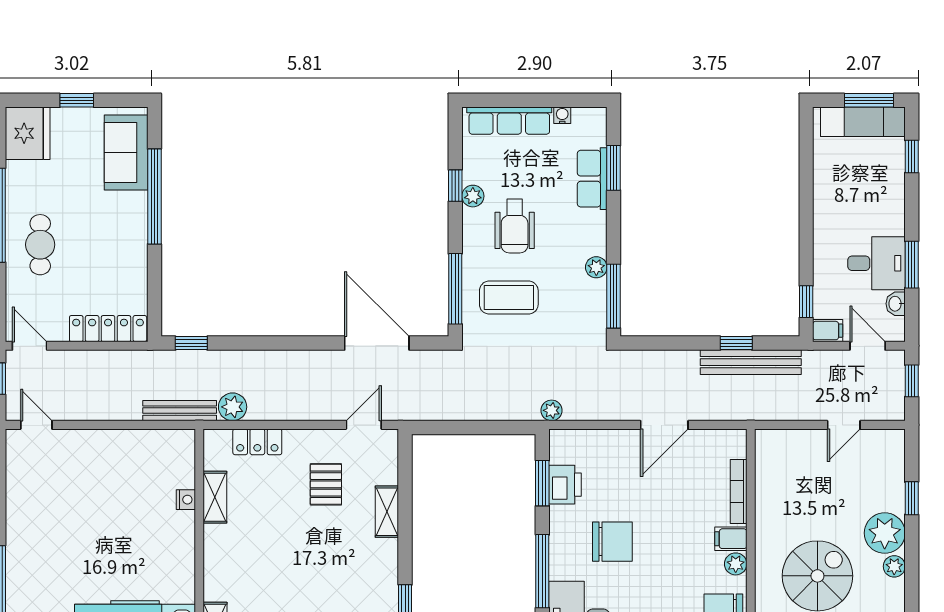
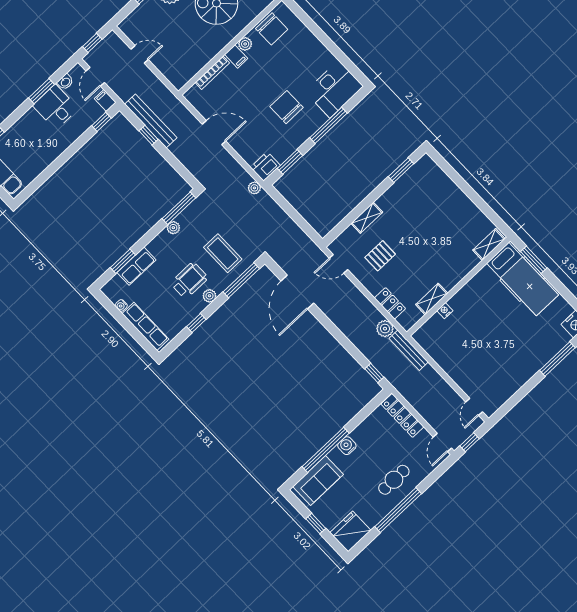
plant: (473, 196) -> (209, 296), moved
water cooler: (135, 227) -> (347, 446), added
printer: (565, 485) -> (265, 166), moved

